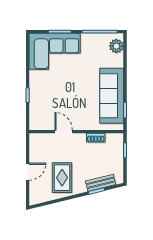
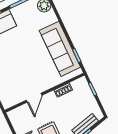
door: (64, 132) -> (34, 98), swing flipped

